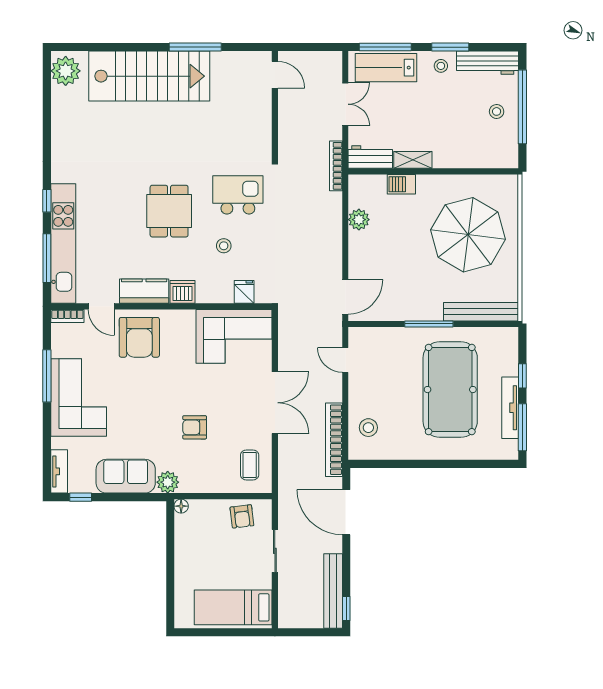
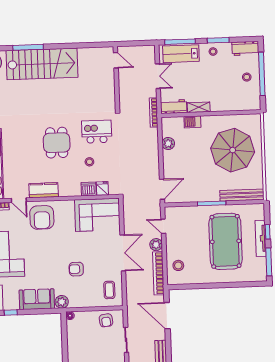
window: (195, 47) -> (28, 47), moved
workbench: (488, 63) -> (245, 48), width x0.73
dishwasher: (182, 292) -> (89, 189), moved
plant: (332, 391) -> (156, 245), added
tv unit: (510, 408) -> (261, 238), moved

